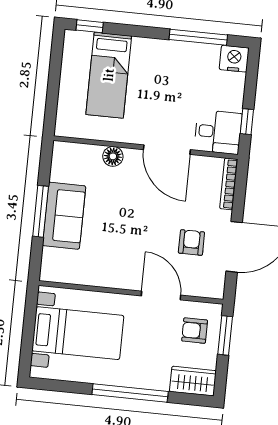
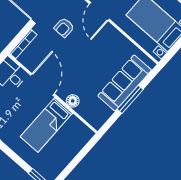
bed: (109, 75) -> (46, 125), moved, turned 180
sofa: (64, 216) -> (125, 83), width x1.36

